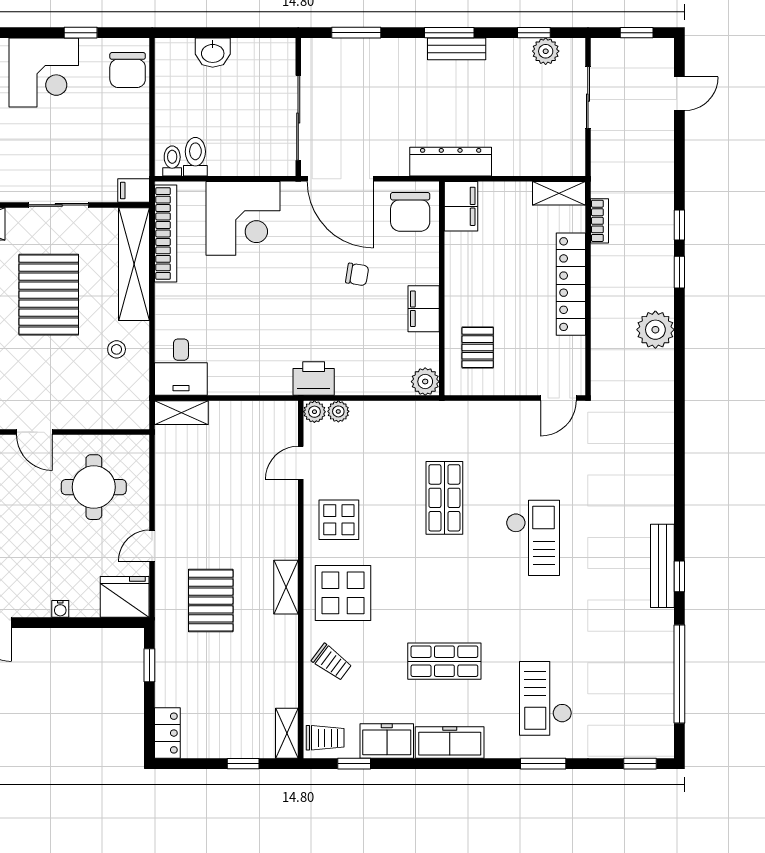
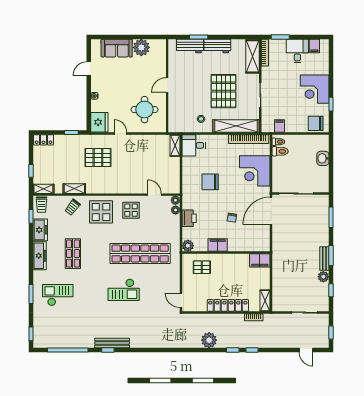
plant: (546, 51) -> (323, 277), moved
dresser: (451, 162) -> (278, 256), removed
filing cabinet: (134, 191) -> (280, 126), moved
chair: (410, 212) -> (210, 182), moved
pallet: (49, 295) -> (223, 91), turned 90
printer: (314, 379) -> (189, 218), moved
shop shelf: (444, 498) -> (140, 254), width x2.00, depth x1.36
shelving: (286, 587) -> (74, 189), moved

